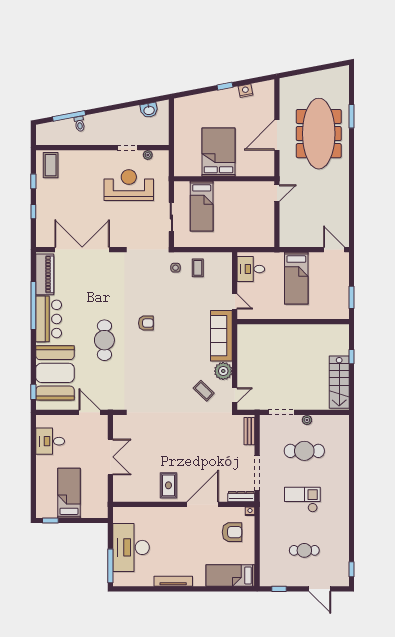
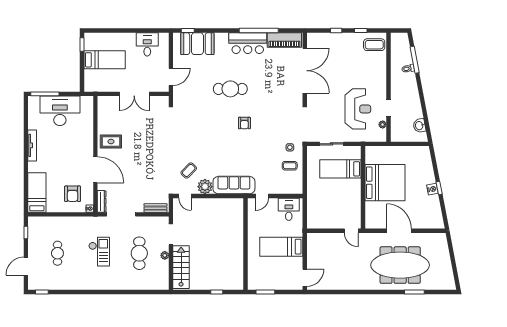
nightstand: (246, 91) -> (432, 189), moved
bed: (218, 152) -> (385, 183), width x1.36
booth: (55, 373) -> (197, 44), width x0.73, depth x0.70
stairs: (339, 382) -> (181, 267), moved, turned 90

